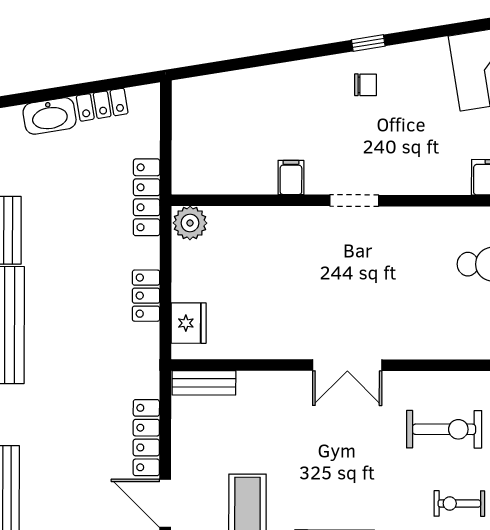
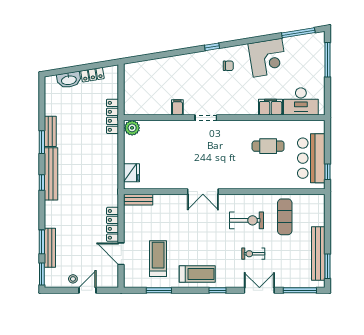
chair: (366, 85) -> (228, 66), moved
locker: (146, 296) -> (112, 161), removed

